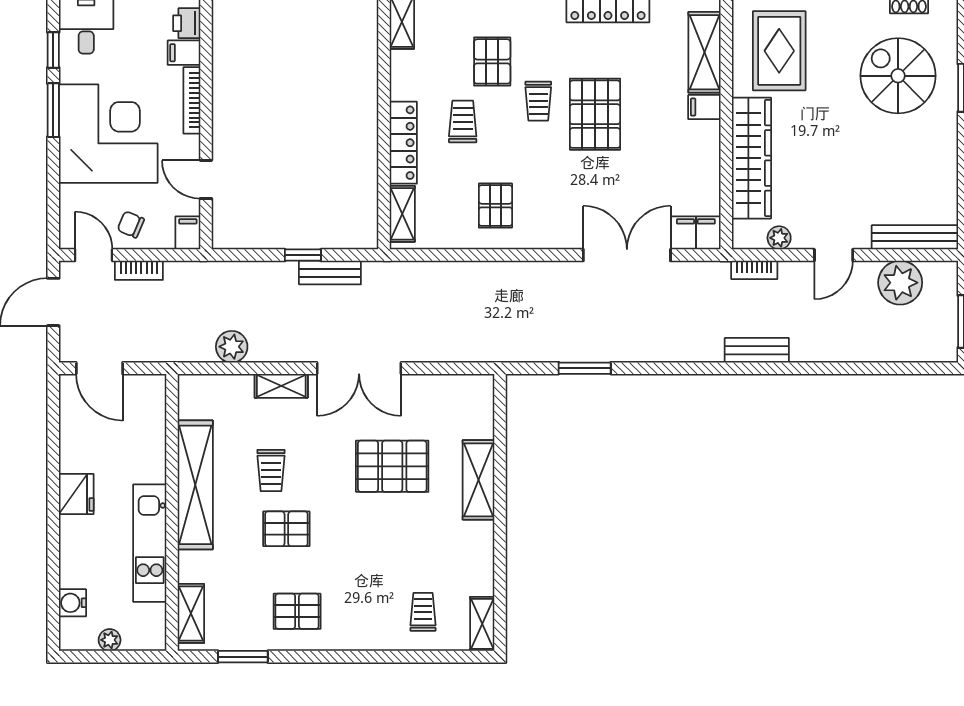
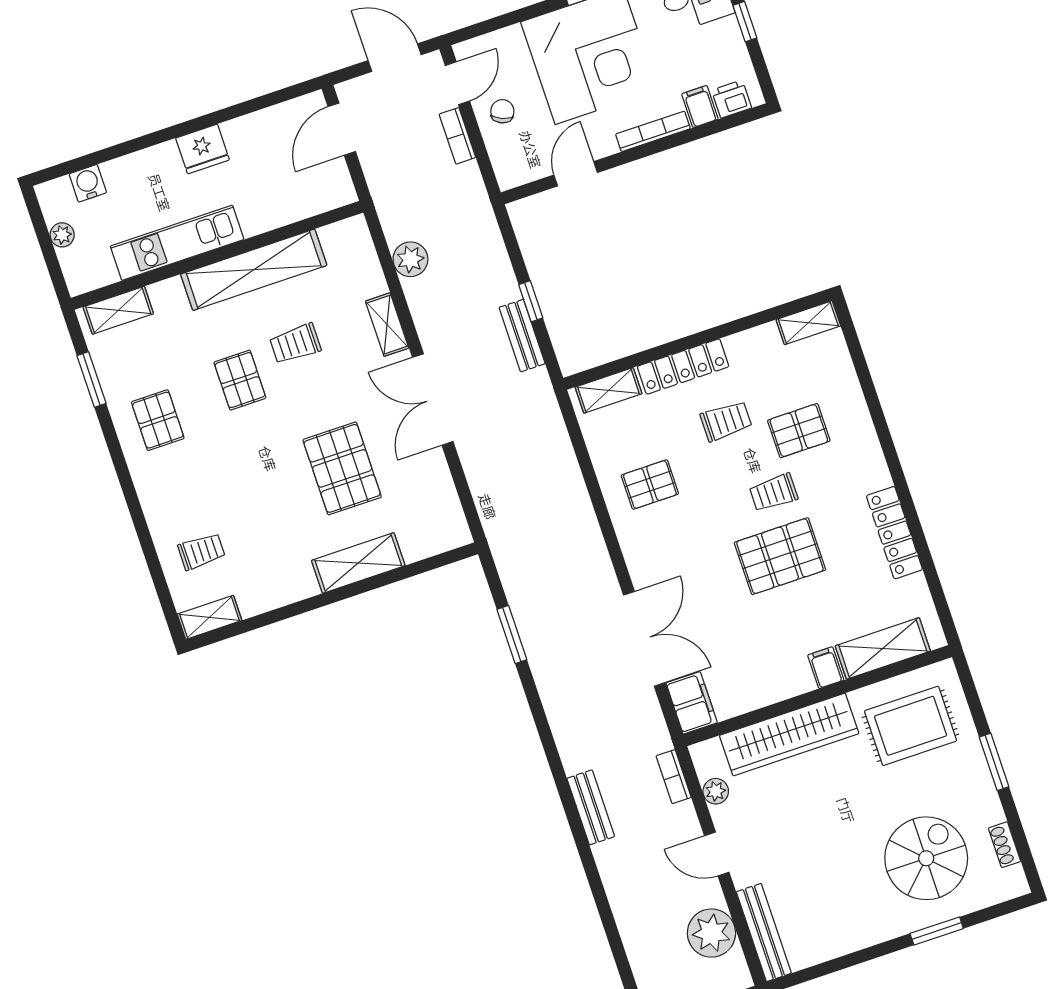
filing cabinet: (188, 233) -> (514, 174), removed

